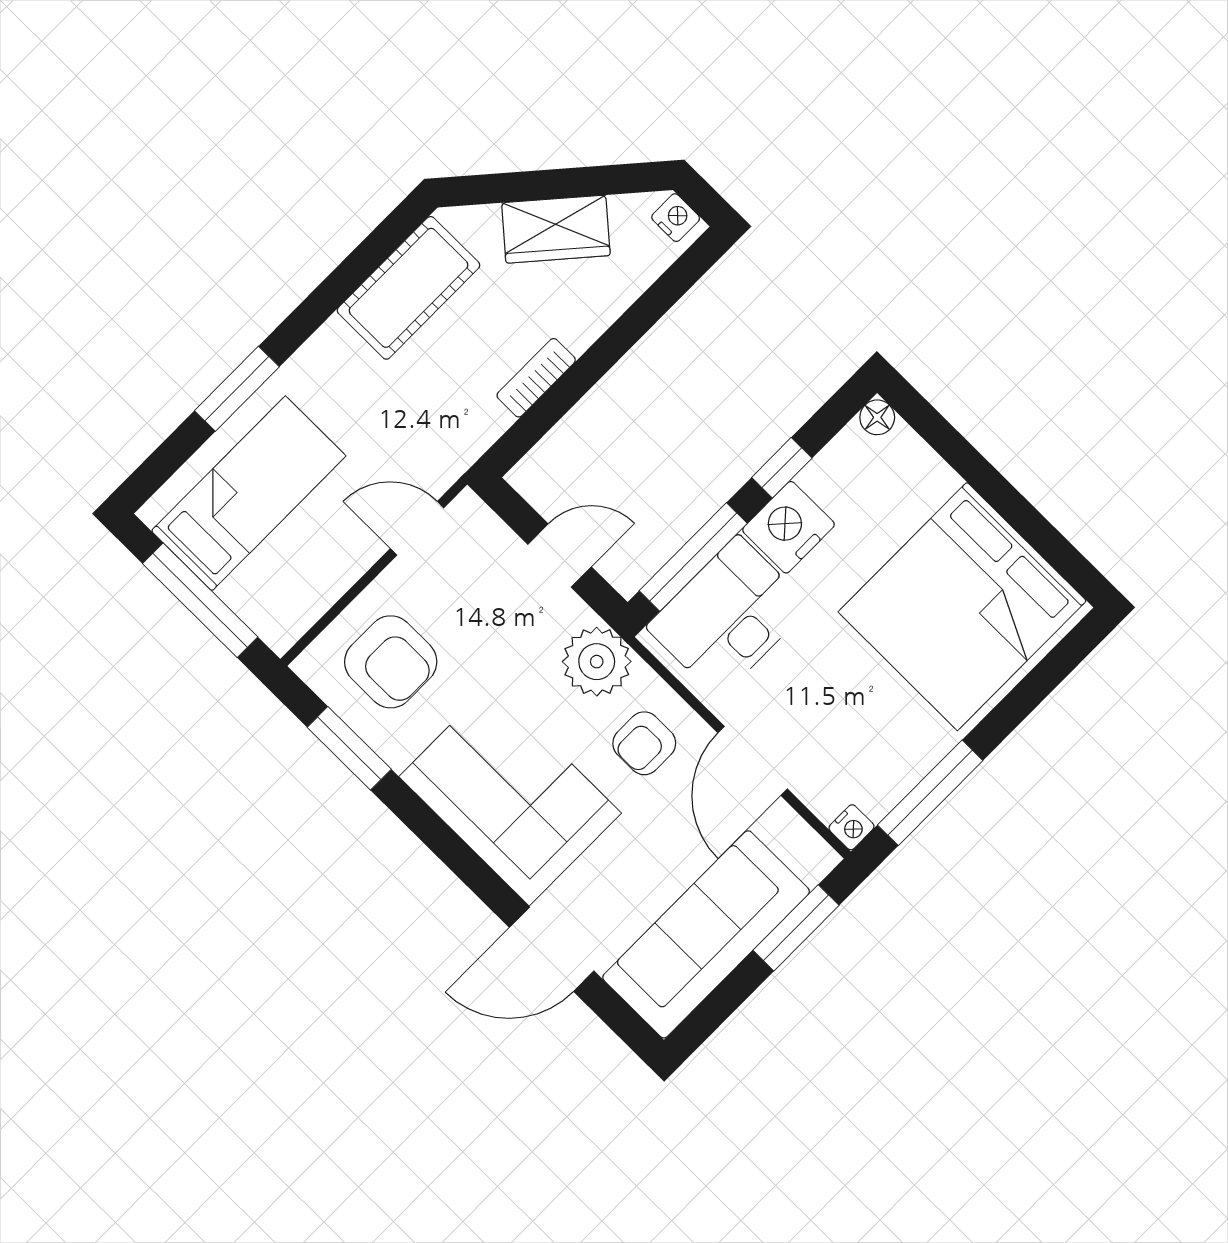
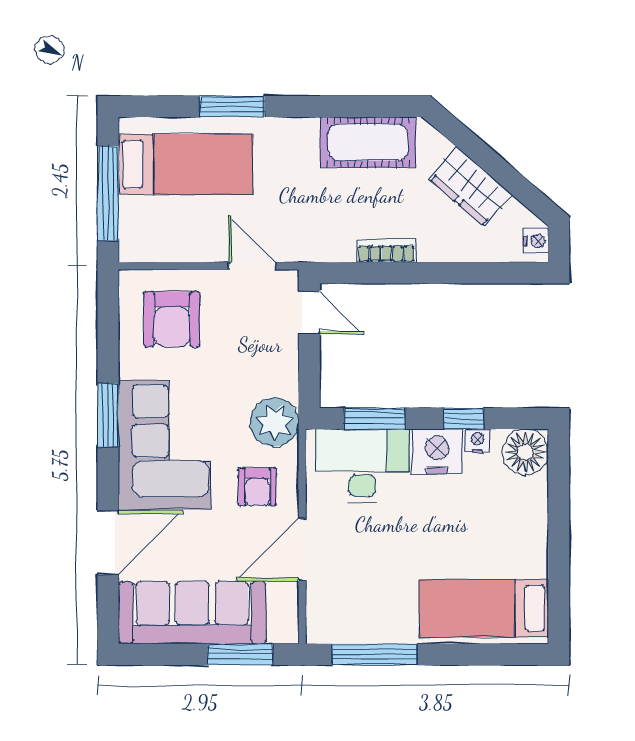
floor lamp: (877, 417) -> (525, 452), width x1.89, depth x1.89
door: (560, 556) -> (309, 313), moved
window: (693, 557) -> (375, 419), width x0.69
bed: (962, 606) -> (484, 608), width x0.49
armchair: (644, 743) -> (257, 487), turned -90
window: (349, 748) -> (108, 415), moved
nightstand: (852, 827) -> (477, 441), moved, turned 180
door: (552, 949) -> (108, 543), swing flipped

